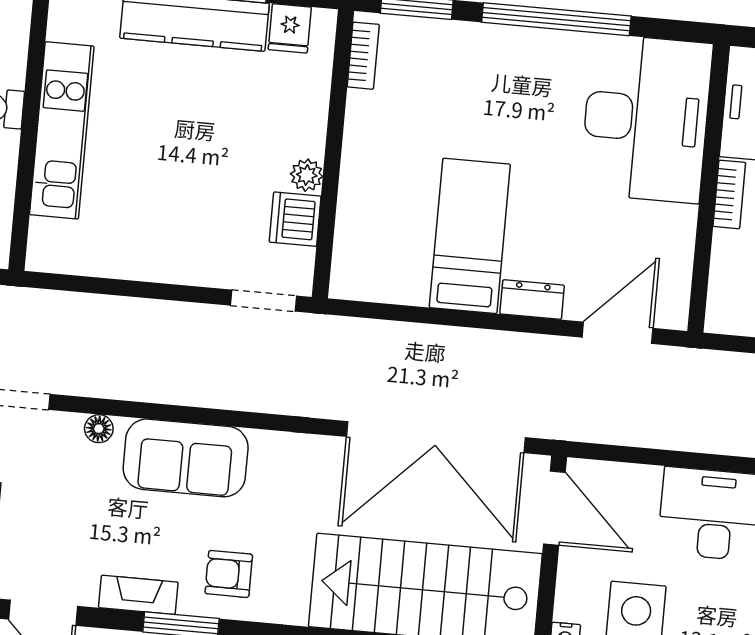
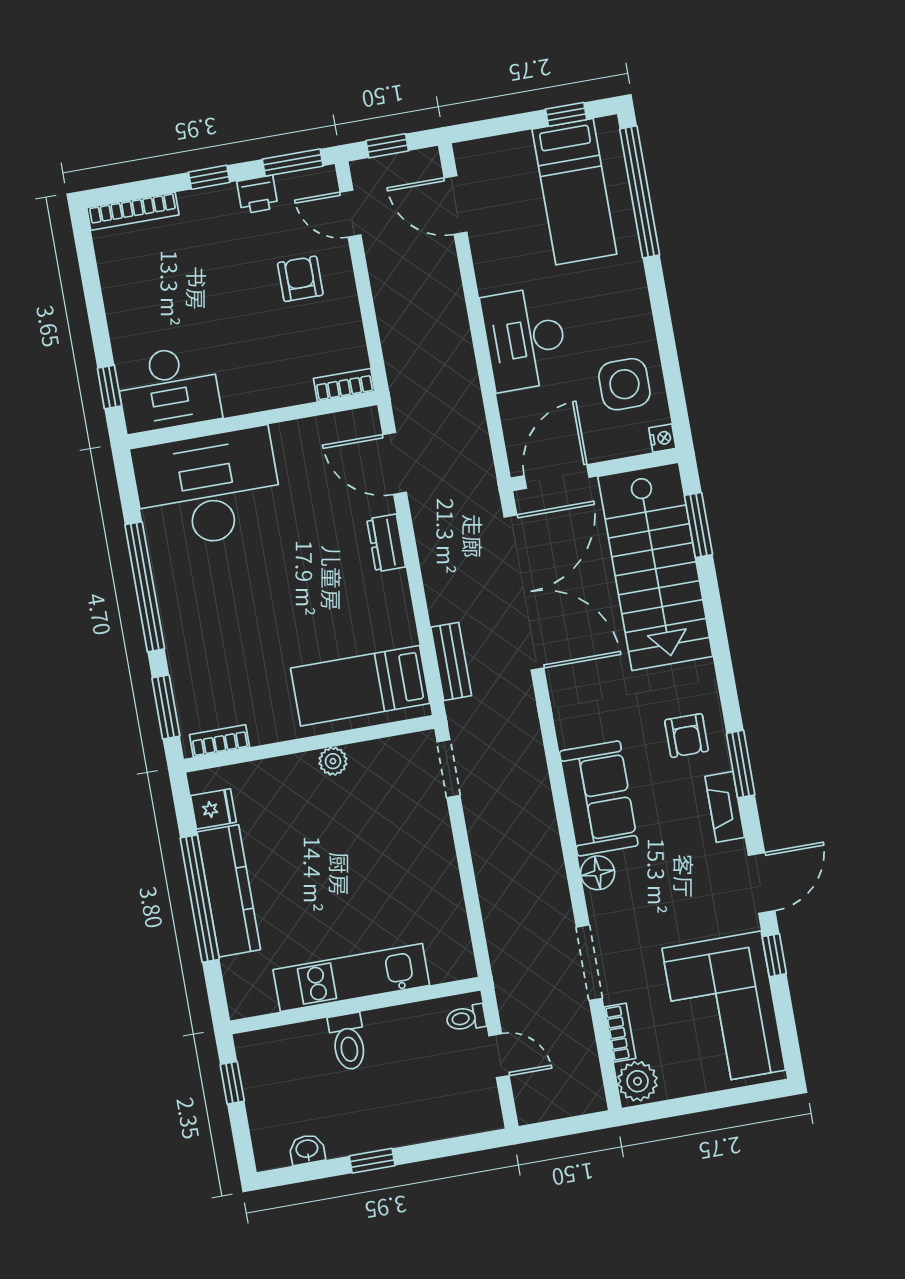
bookcase: (729, 194) -> (344, 385), moved
dishwasher: (295, 219) -> (373, 761), removed
bed: (470, 236) -> (360, 686), moved
bench: (381, 336) -> (451, 661), added
floor lamp: (99, 429) -> (598, 873), width x1.37, depth x1.37

